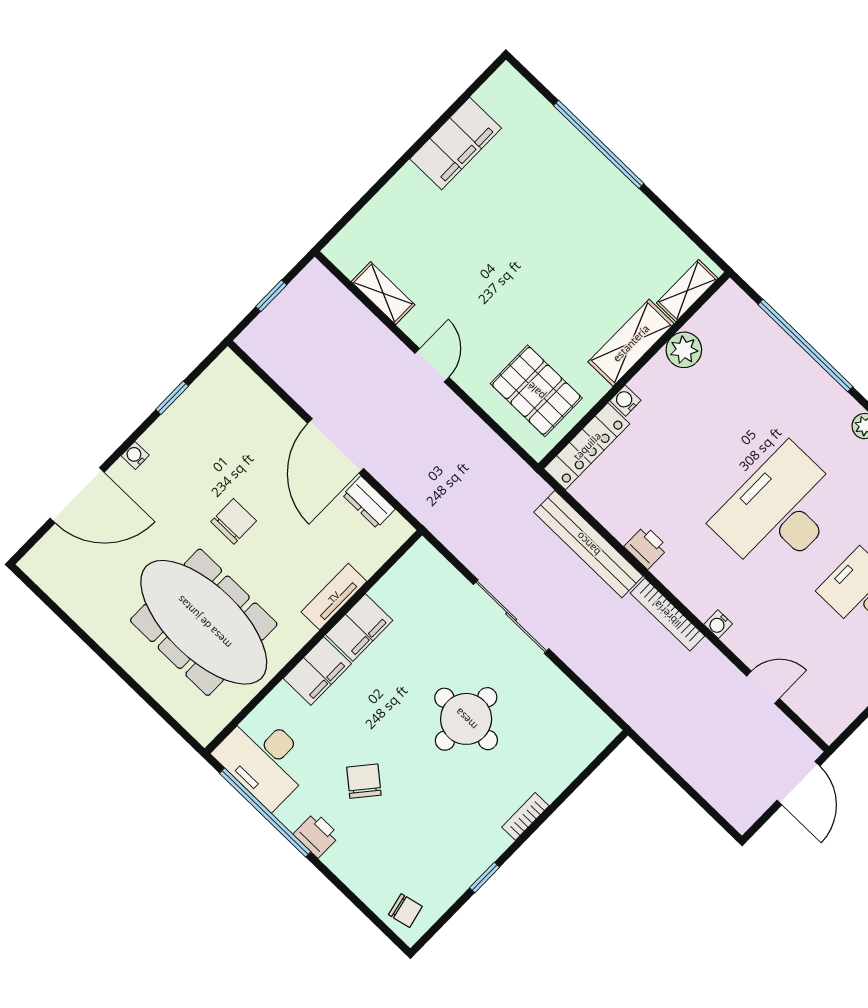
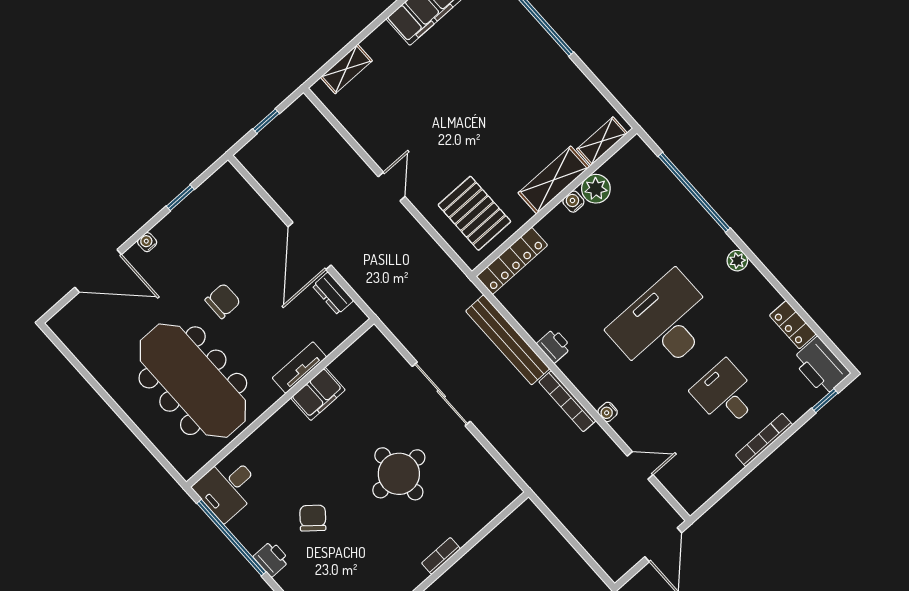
shelving: (383, 293) -> (346, 69), moved, turned 90
water cooler: (625, 401) -> (573, 202), moved
filing cabinet: (317, 671) -> (282, 427), removed
desk: (264, 759) -> (227, 488), width x0.73

